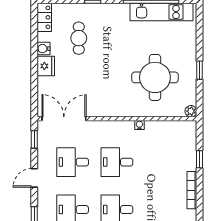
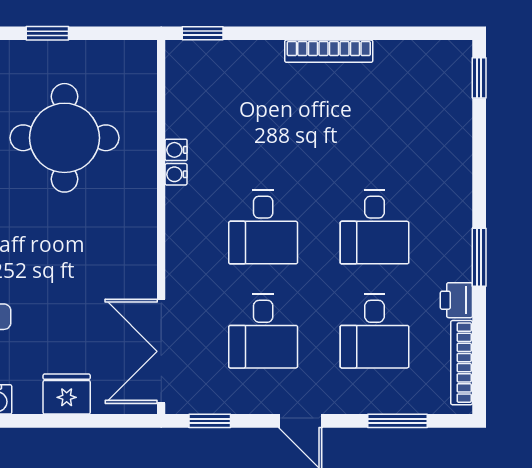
fridge: (46, 66) -> (67, 394), moved
plant: (191, 111) -> (144, 53), removed
water cooler: (150, 125) -> (176, 150), added
window: (200, 159) -> (203, 33), moved

